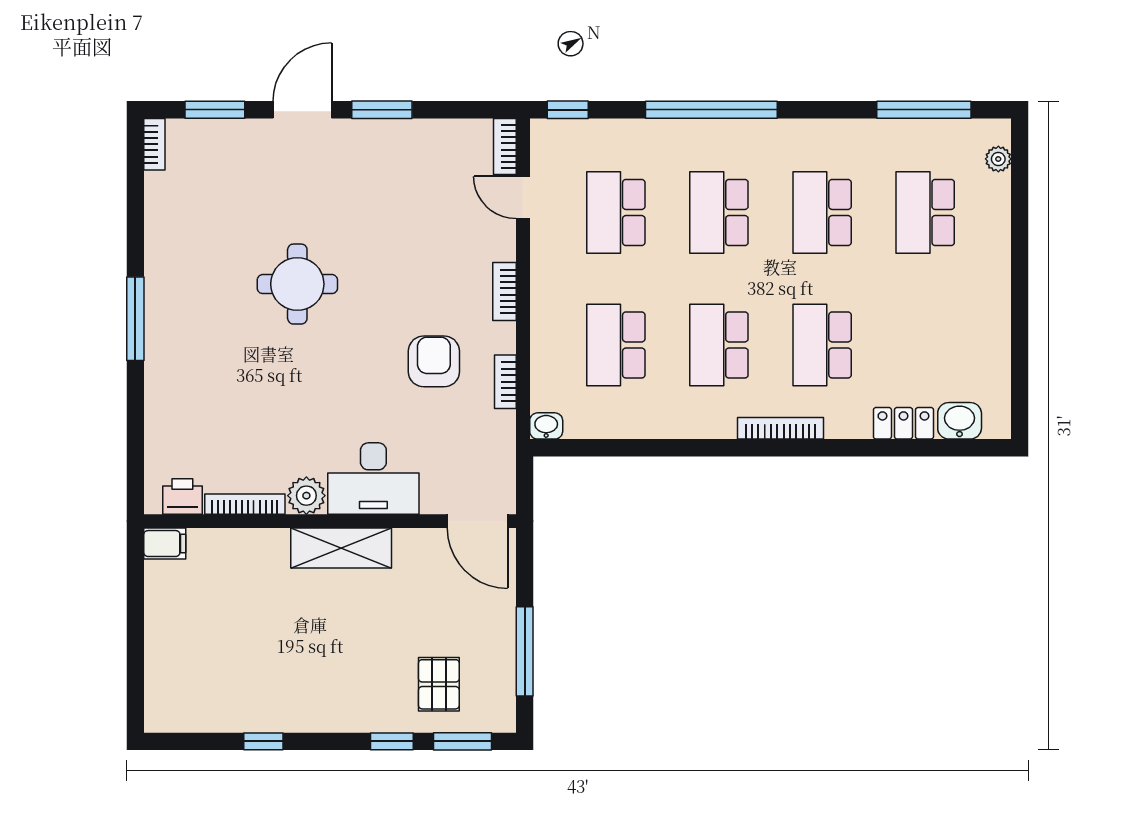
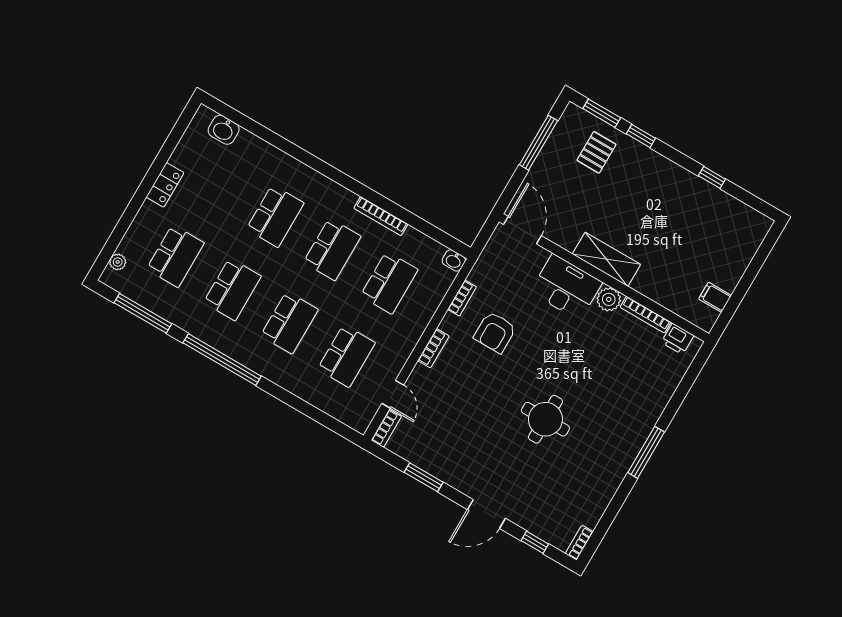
window: (215, 110) -> (535, 542), width x0.67
window: (382, 110) -> (424, 477), moved
window: (568, 110) -> (340, 428), removed
window: (711, 110) -> (222, 360), moved
locker: (903, 423) -> (165, 185), moved, turned -90
bookcase: (781, 428) -> (381, 216), moved
filing cabinet: (165, 544) -> (715, 297), moved

